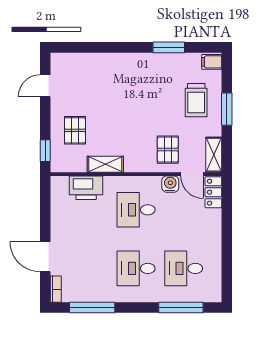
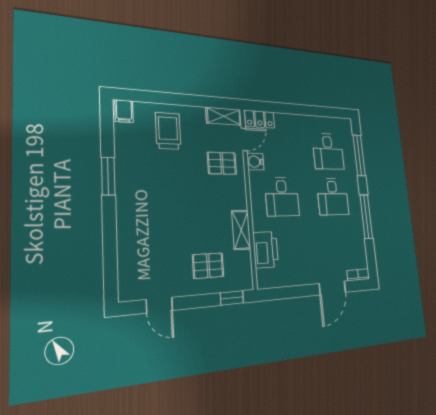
window: (169, 47) -> (108, 176), moved
trolley: (196, 100) -> (168, 131), turned -90
window: (227, 109) -> (176, 99), removed
window: (92, 308) -> (366, 217), moved

